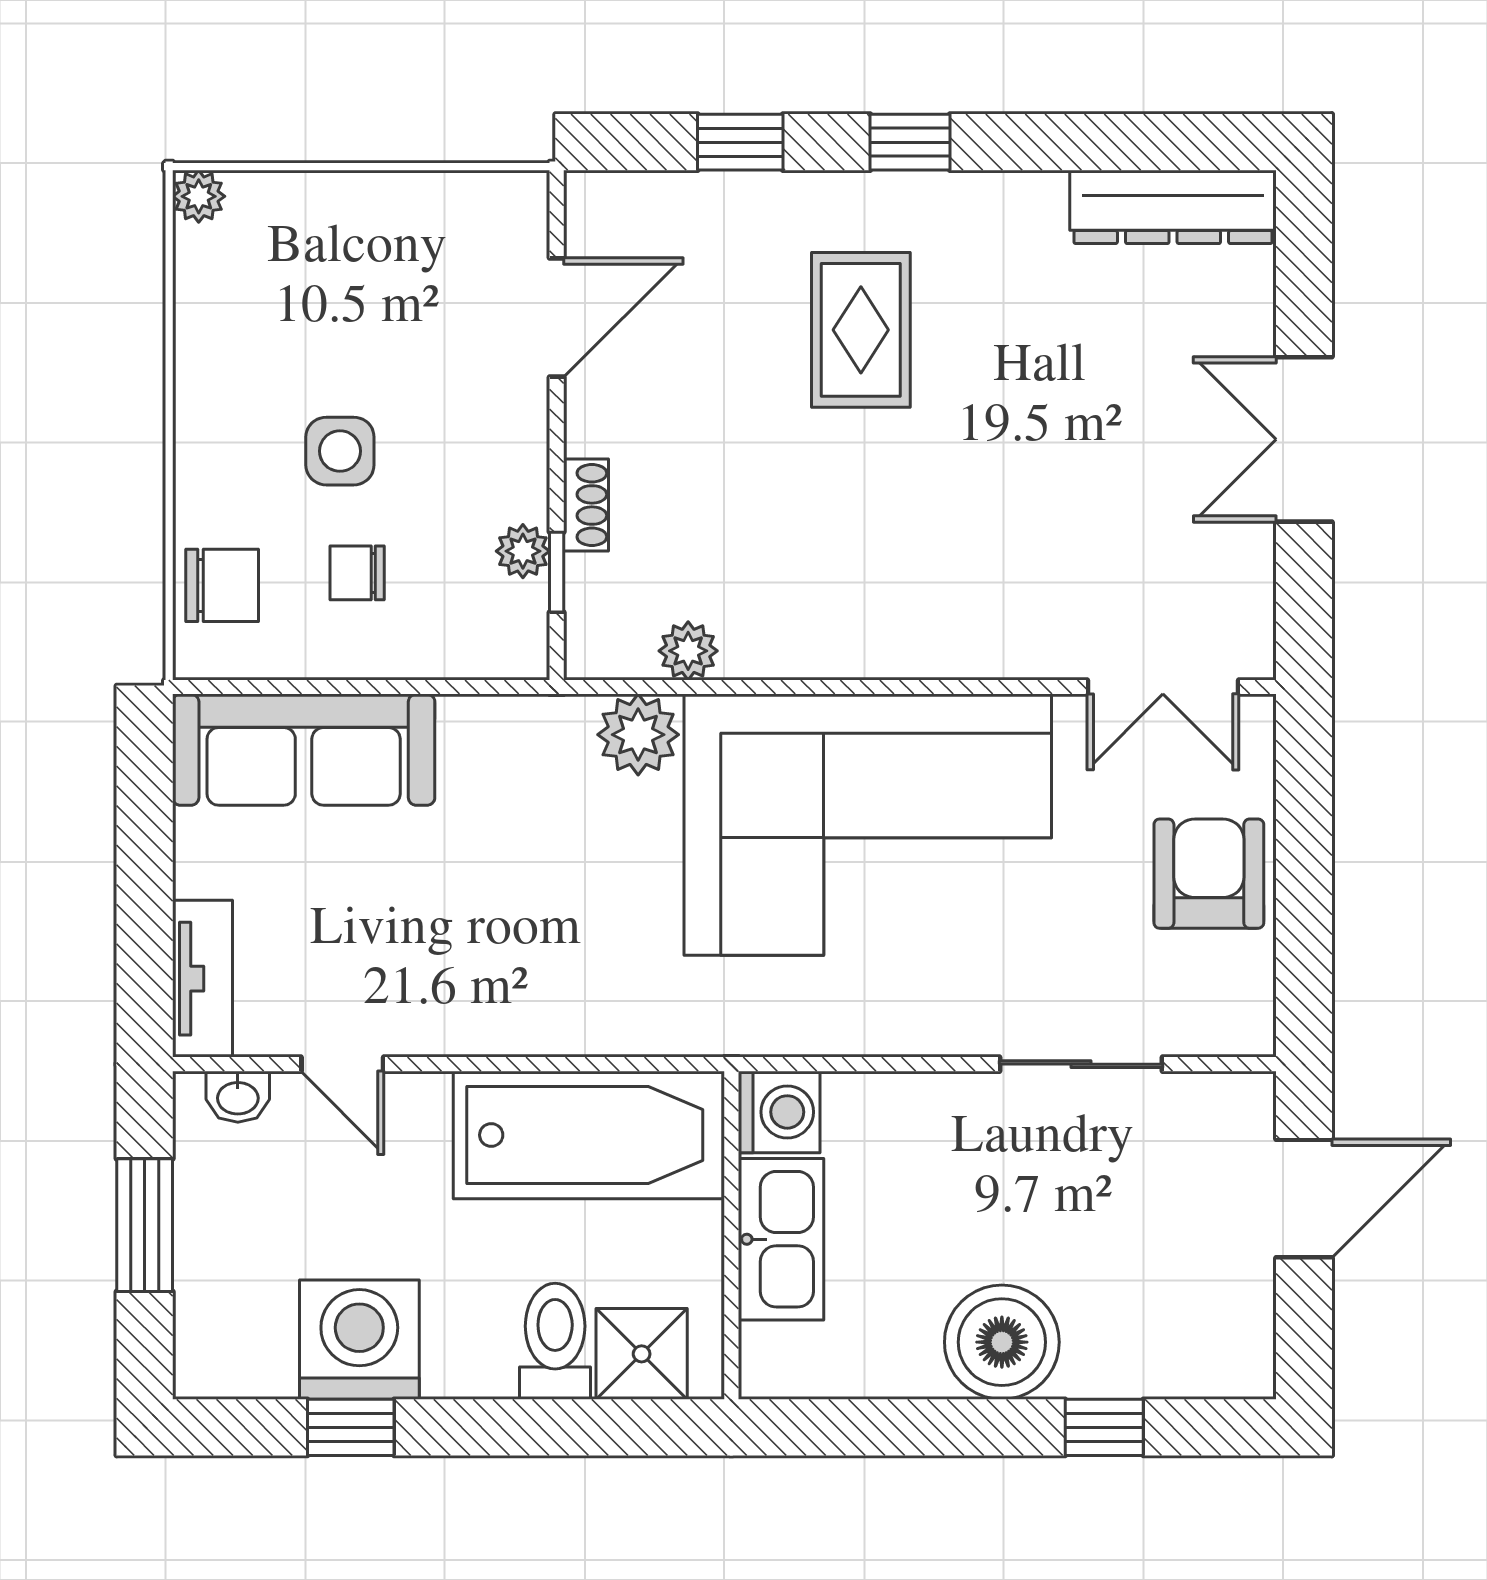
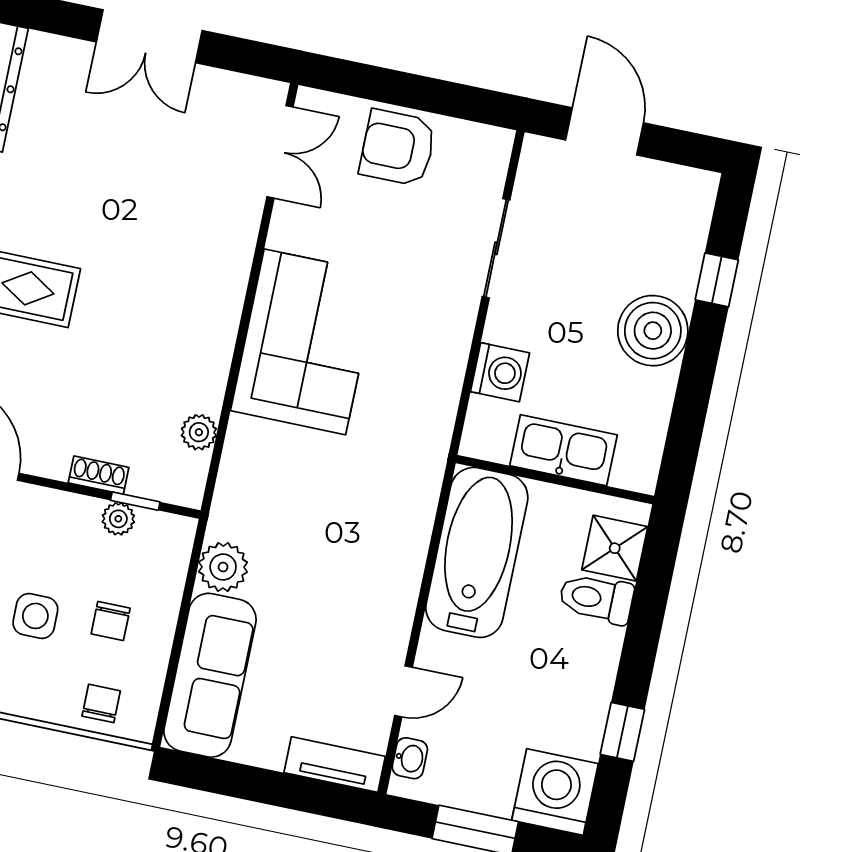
chair: (222, 585) -> (101, 703), width x0.73, depth x0.73
plant: (638, 735) -> (223, 567), moved
corner sofa: (868, 825) -> (305, 342), width x0.73, depth x0.74
washing machine: (779, 1112) -> (500, 372), moved, turned 90
washing machine: (359, 1340) -> (555, 792), moved, turned 90

